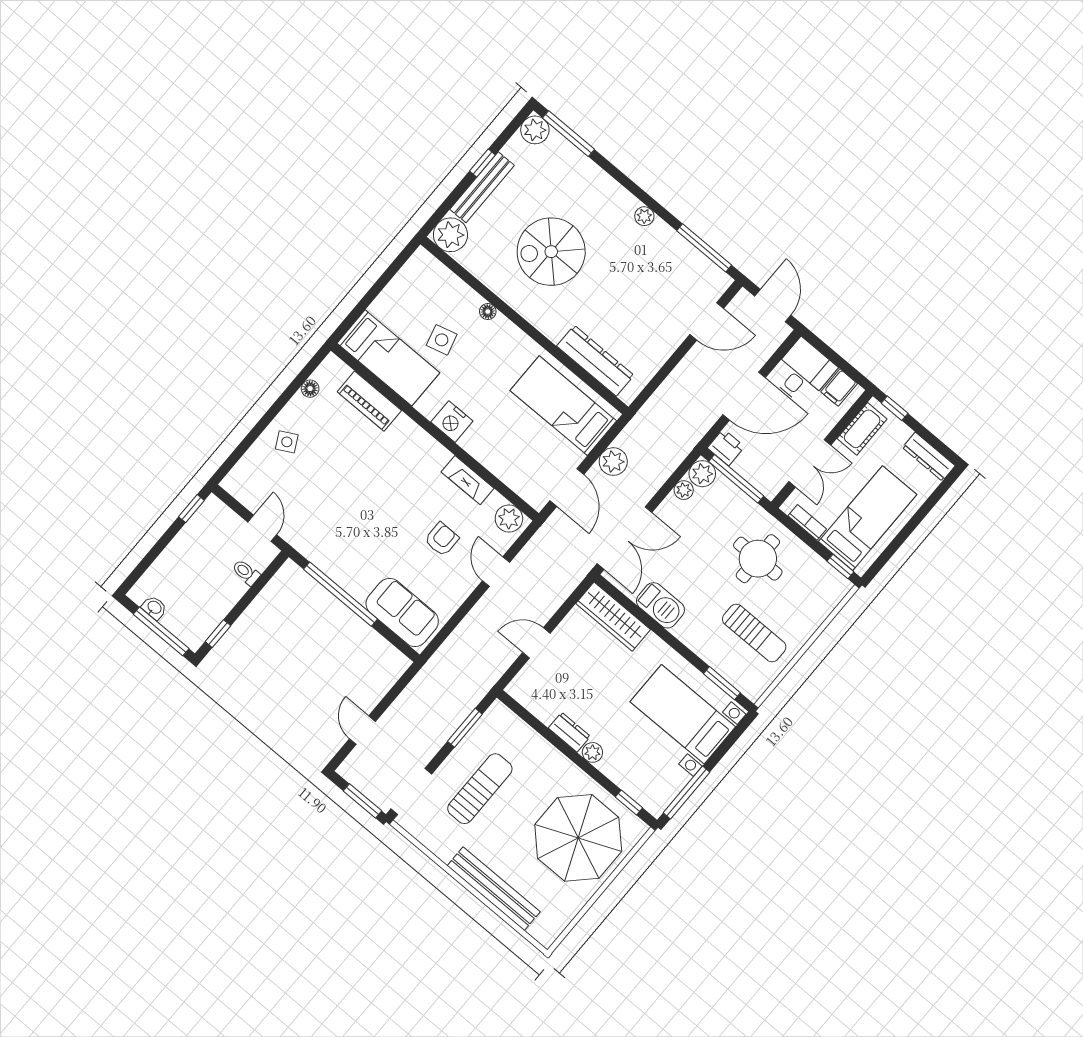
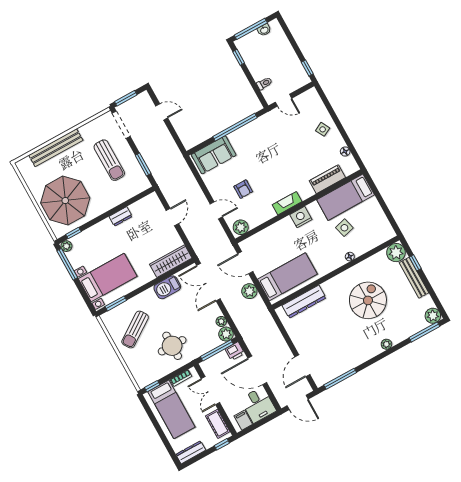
window: (482, 163) -> (415, 263), moved
plant: (644, 216) -> (386, 344), moved
door: (744, 396) -> (257, 370), hinge flipped
fireplace: (468, 480) -> (287, 203), moved
sun lounger: (754, 633) -> (135, 329), turned -34
plant: (592, 752) -> (66, 246), moved

